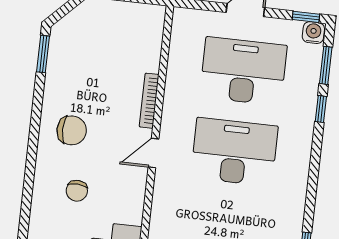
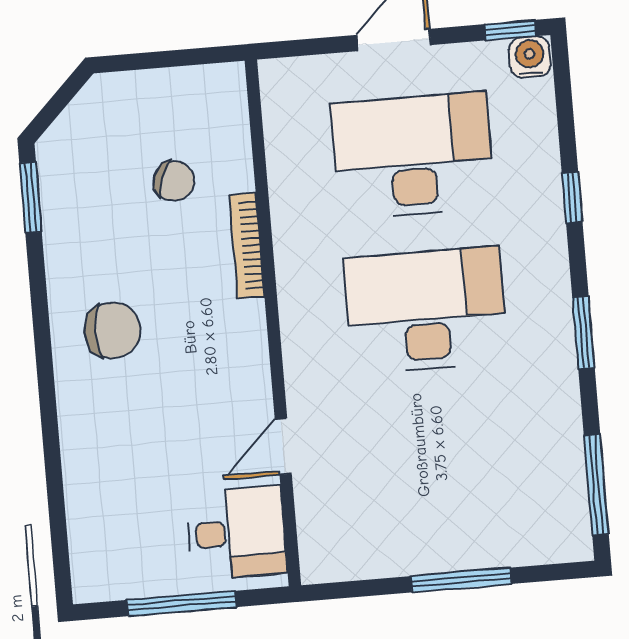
window: (326, 65) -> (583, 333), moved
door: (153, 153) -> (283, 447), moved
chair: (77, 191) -> (174, 181), moved, turned -72

